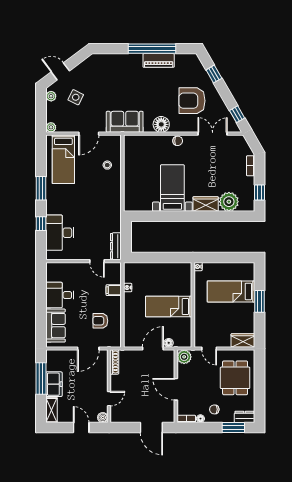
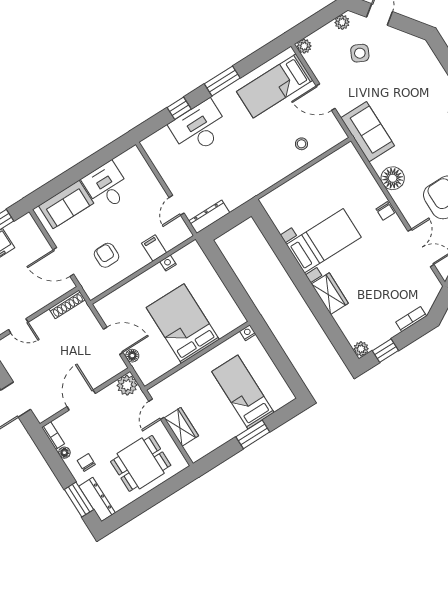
plant: (229, 202) -> (361, 349), moved, width x0.53, depth x0.53
desk: (60, 233) -> (199, 128), moved
bed: (169, 307) -> (183, 324), width x1.50
wardrobe: (243, 340) -> (181, 427), moved
dresser: (245, 417) -> (97, 499), width x1.44

